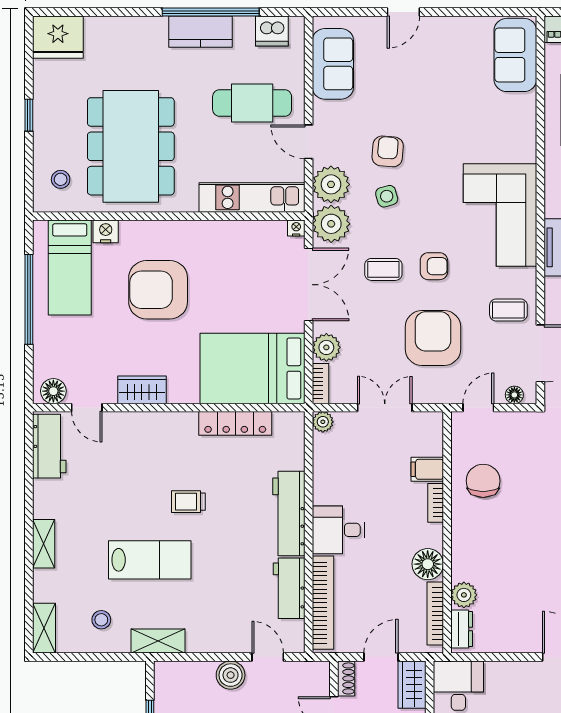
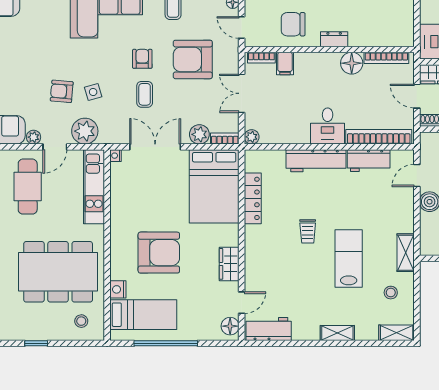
plant: (331, 224) -> (34, 137), moved, width x0.53, depth x0.53
armchair: (158, 290) -> (159, 253), turned -90
bookcase: (436, 503) -> (261, 58), moved
plant: (464, 595) -> (373, 38), removed
dresser: (462, 629) -> (334, 39), moved

